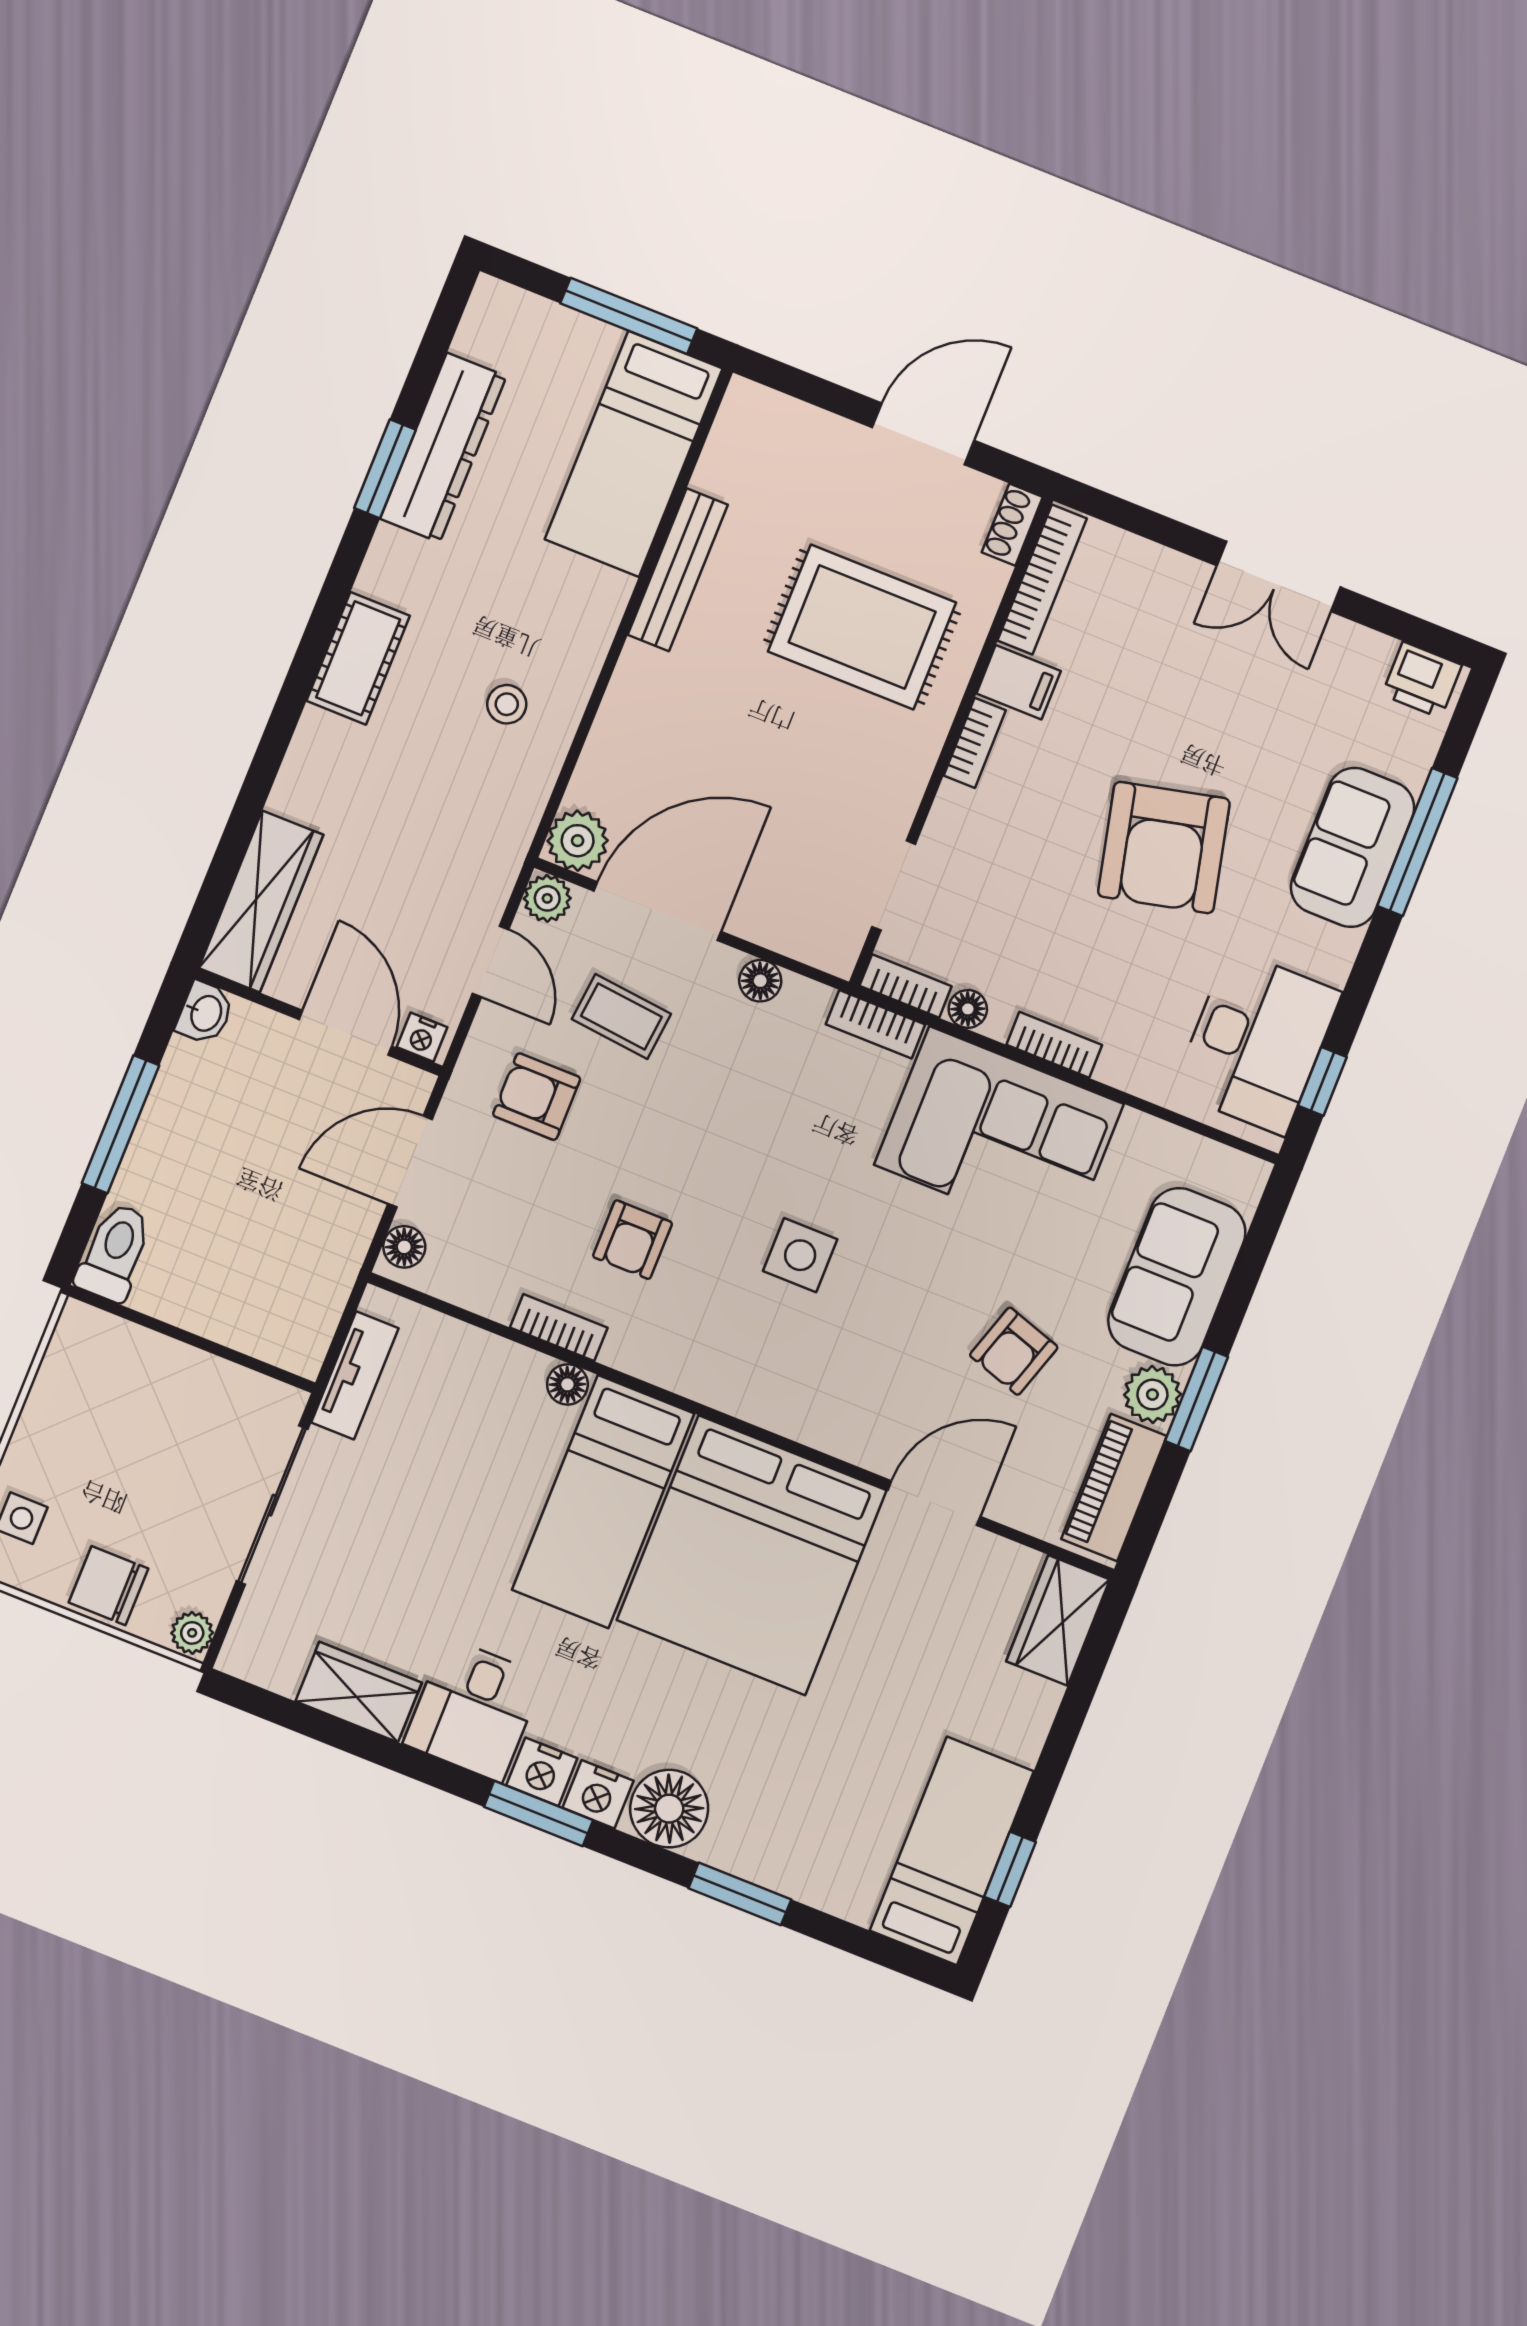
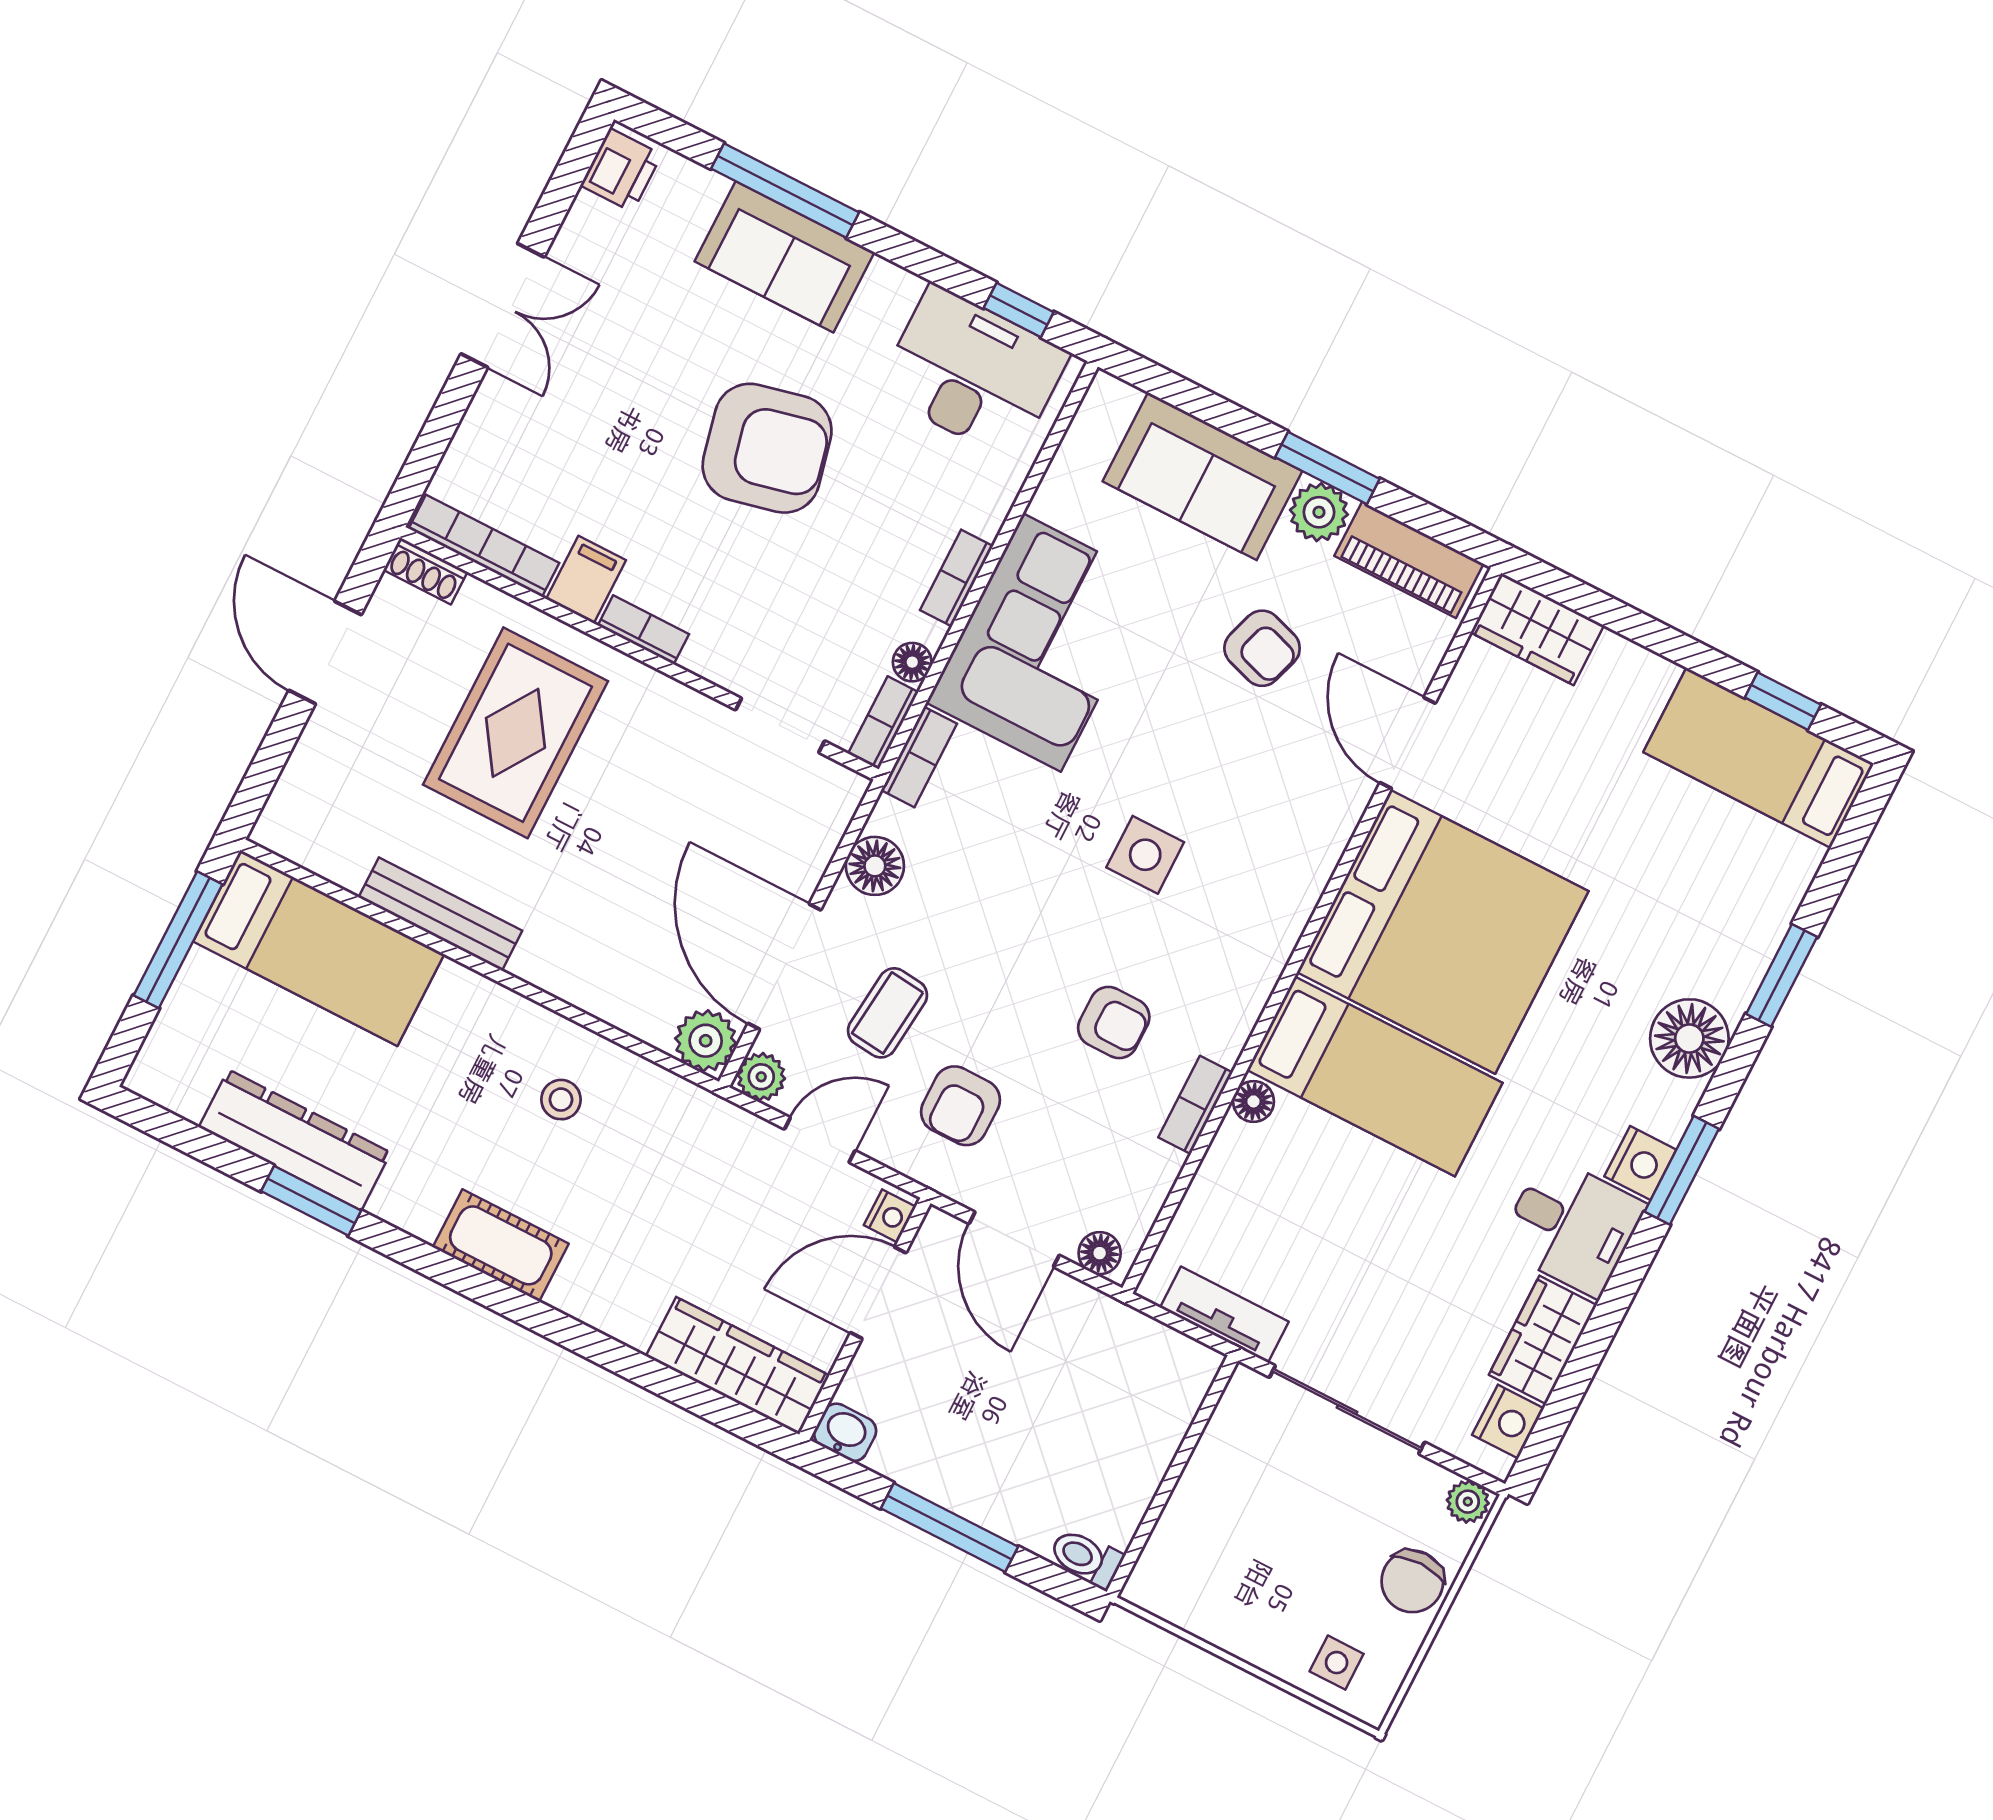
floor lamp: (760, 981) -> (875, 866), width x1.37, depth x1.37
toilet: (114, 1252) -> (1086, 1558), width x0.73, depth x0.72
nightstand: (598, 1794) -> (1508, 1422), moved

